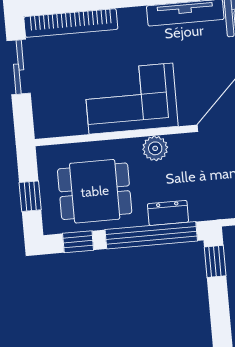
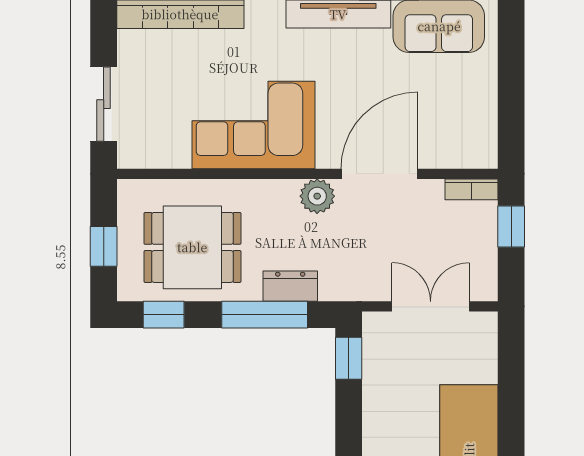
sliding door: (19, 67) -> (104, 104), moved
plant: (155, 148) -> (317, 196), moved
window: (151, 235) -> (265, 315), width x0.68

